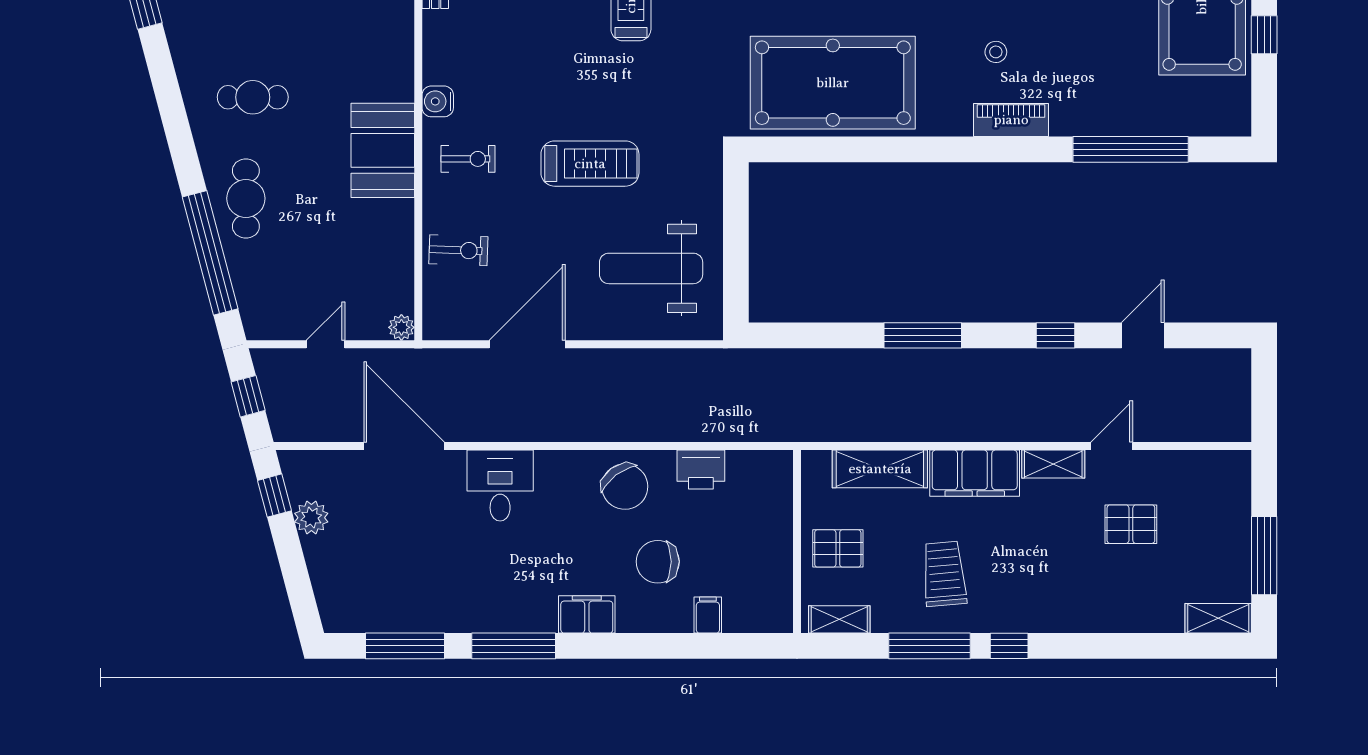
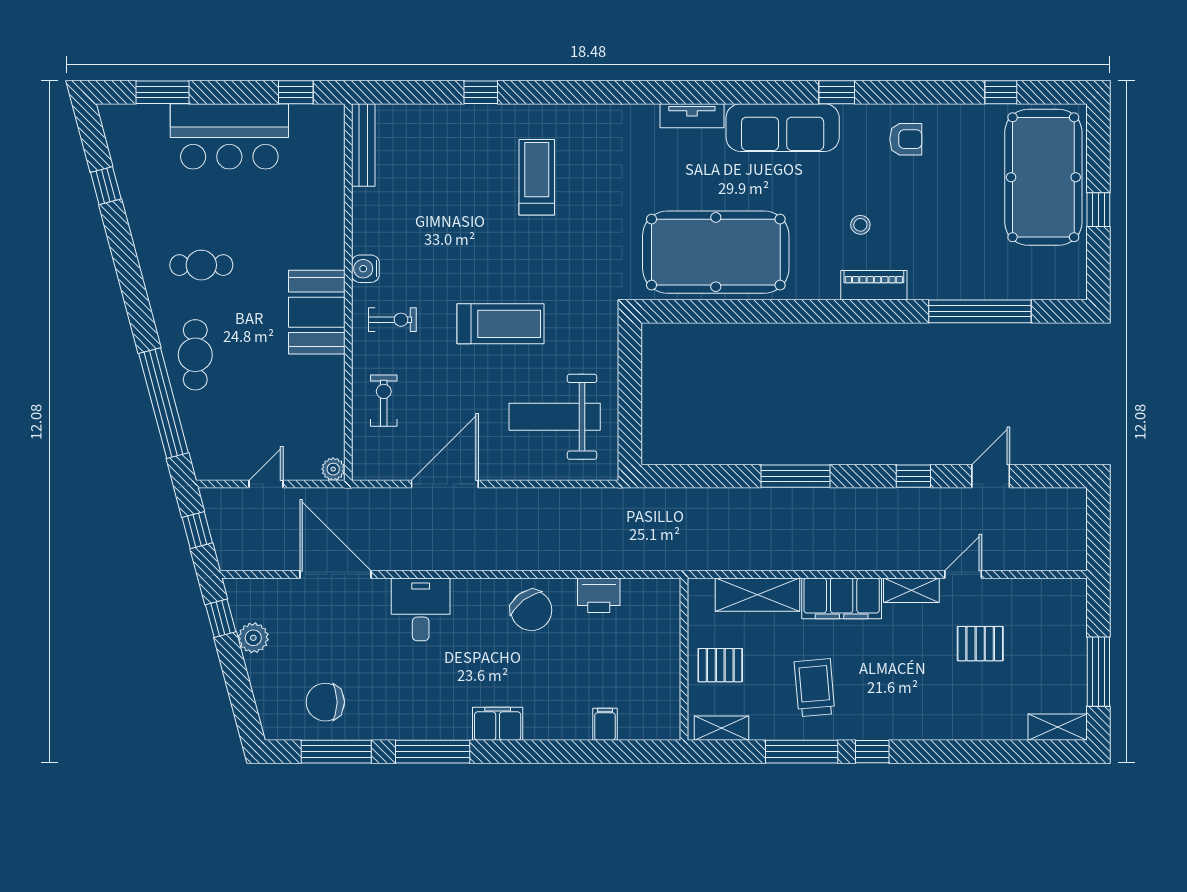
exercise bike: (458, 250) -> (384, 401), turned -92
chair: (658, 562) -> (325, 702), moved

